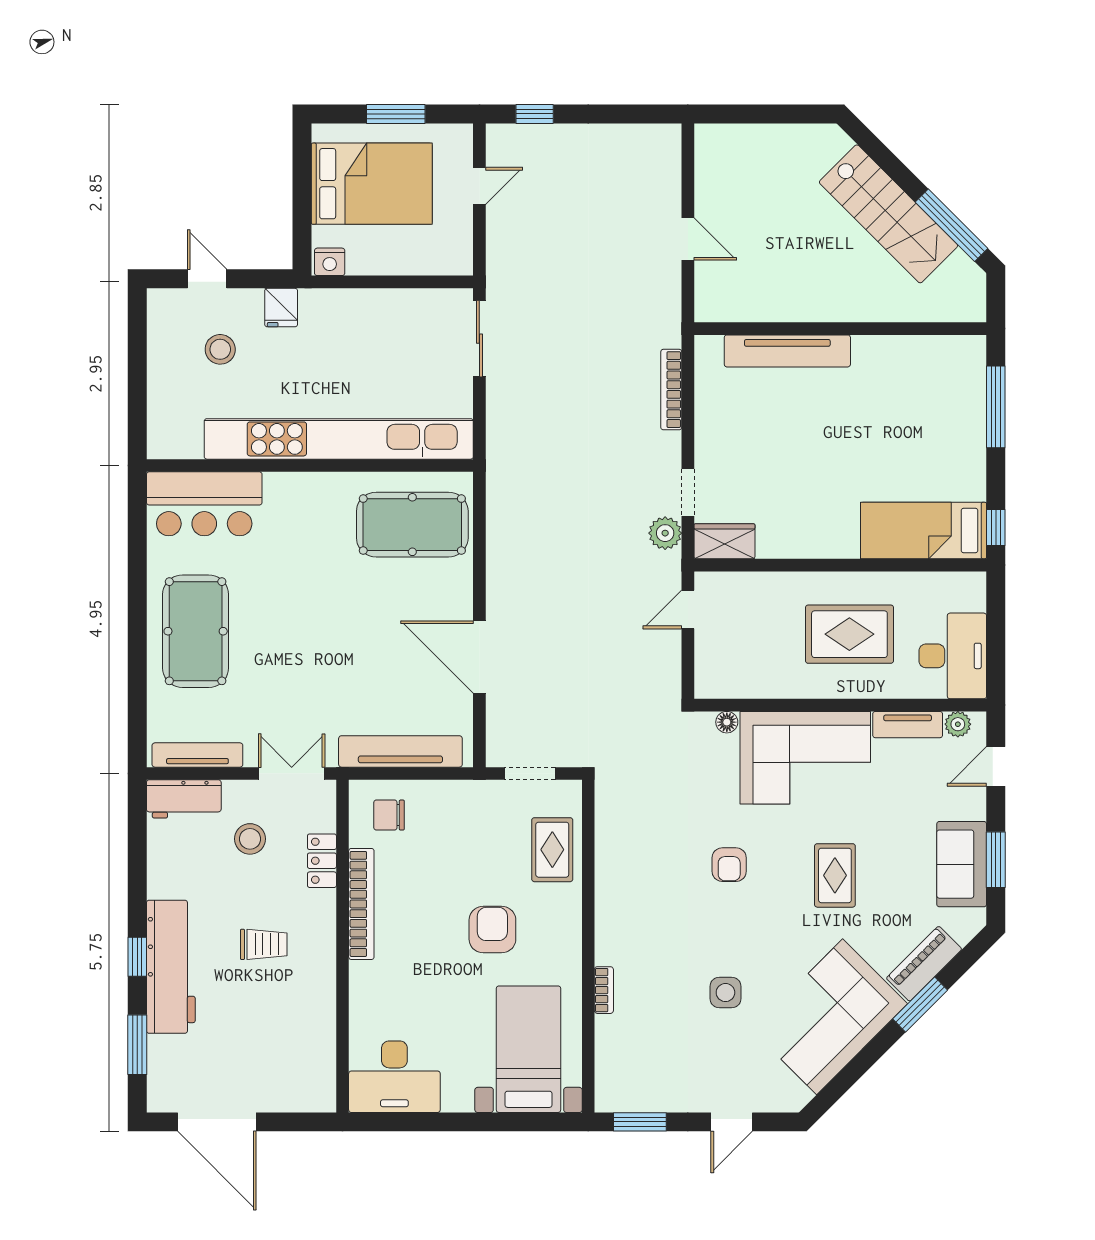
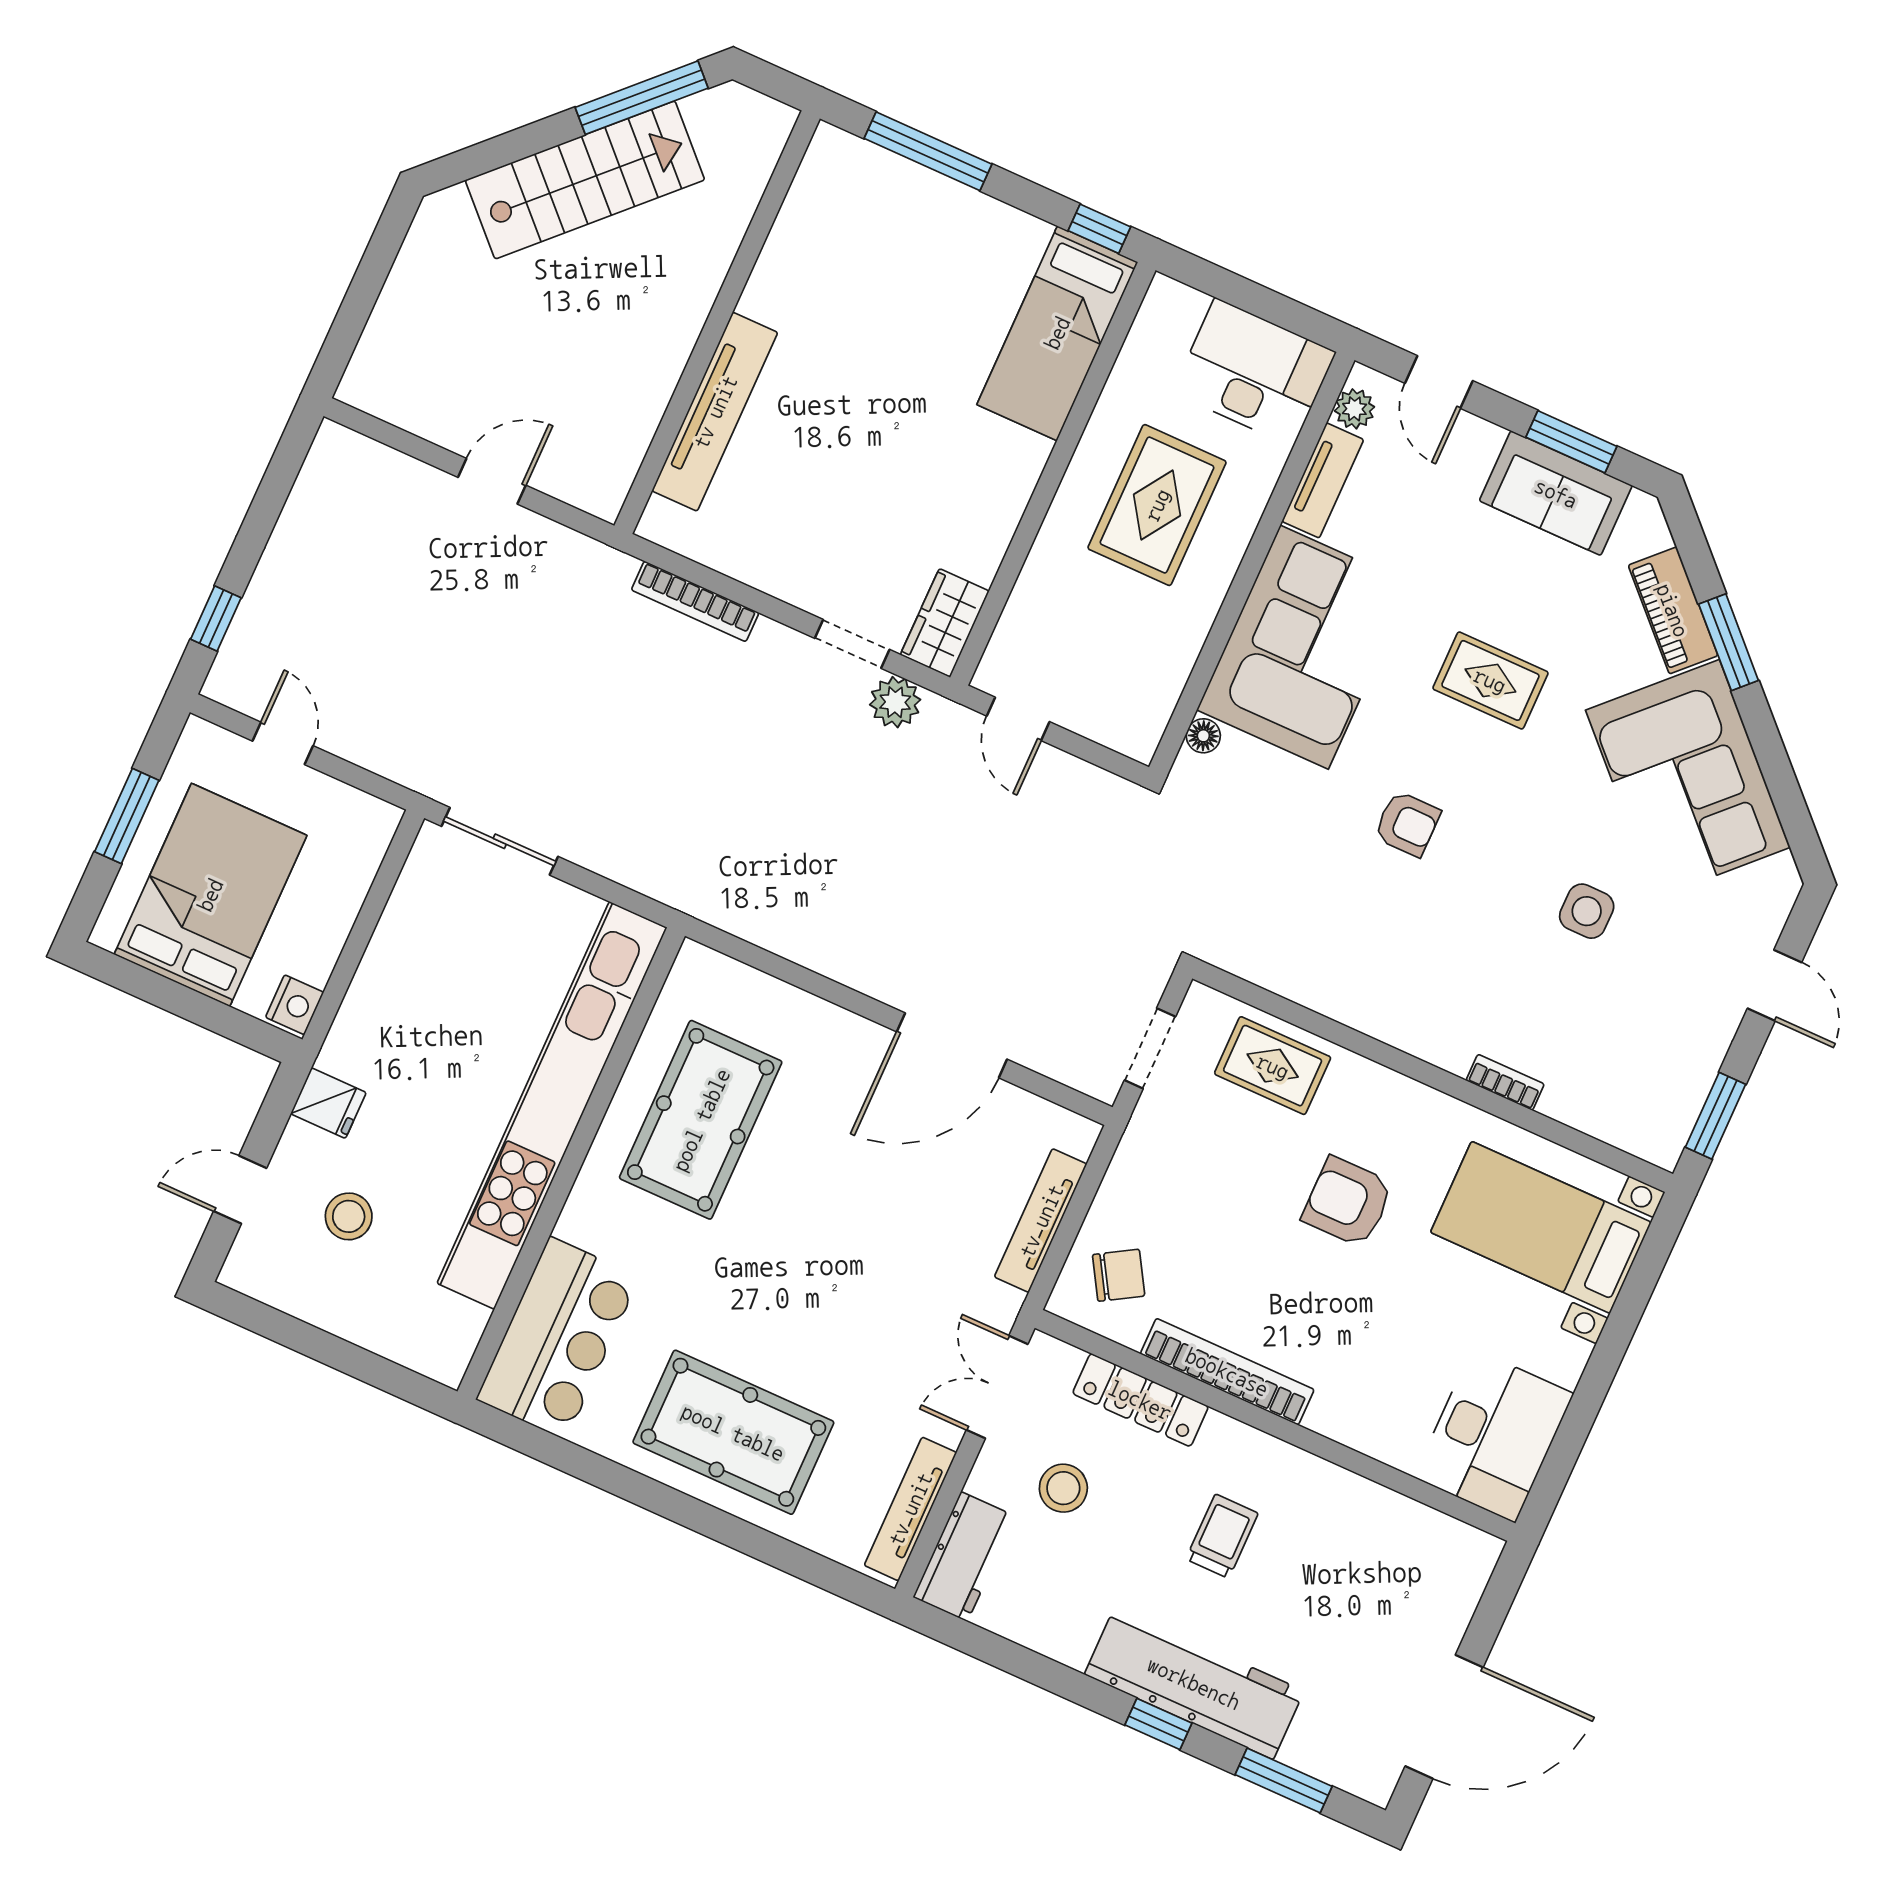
pool table: (412, 525) -> (701, 1120), moved
tv unit: (400, 751) -> (1041, 1221), width x0.73, depth x0.78
chair: (389, 815) -> (1119, 1275), turned -121
locker: (322, 861) -> (1140, 1400), width x1.53

